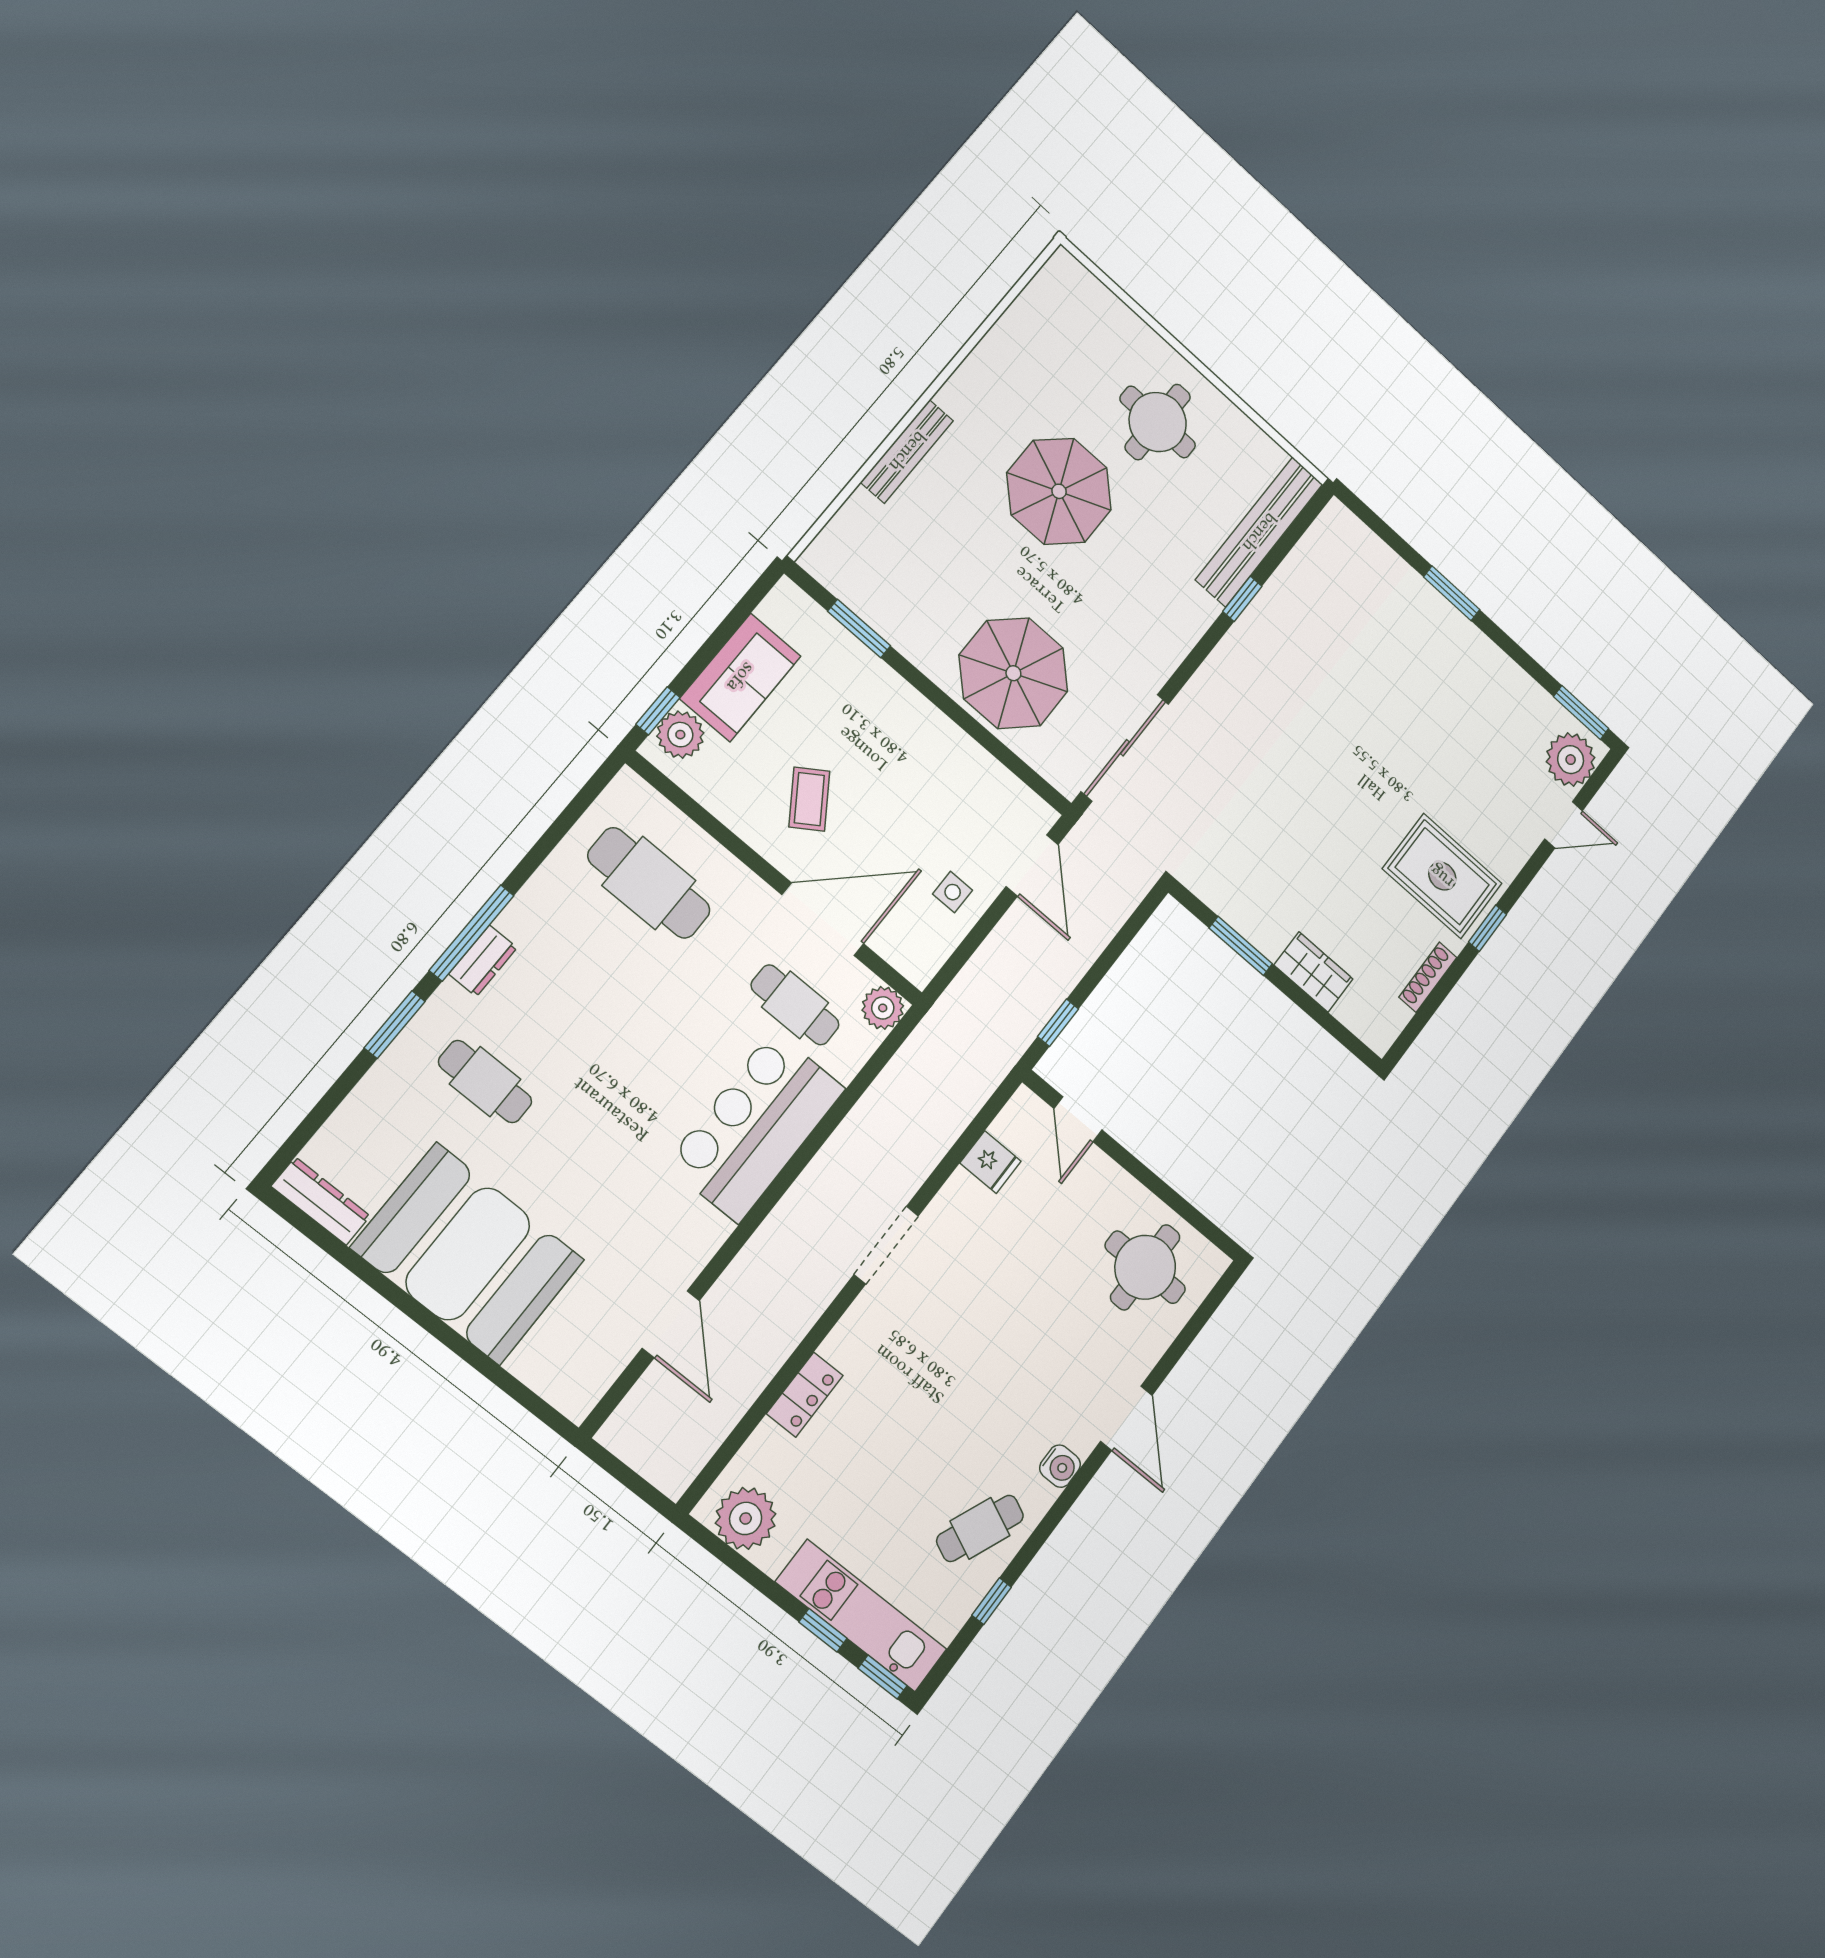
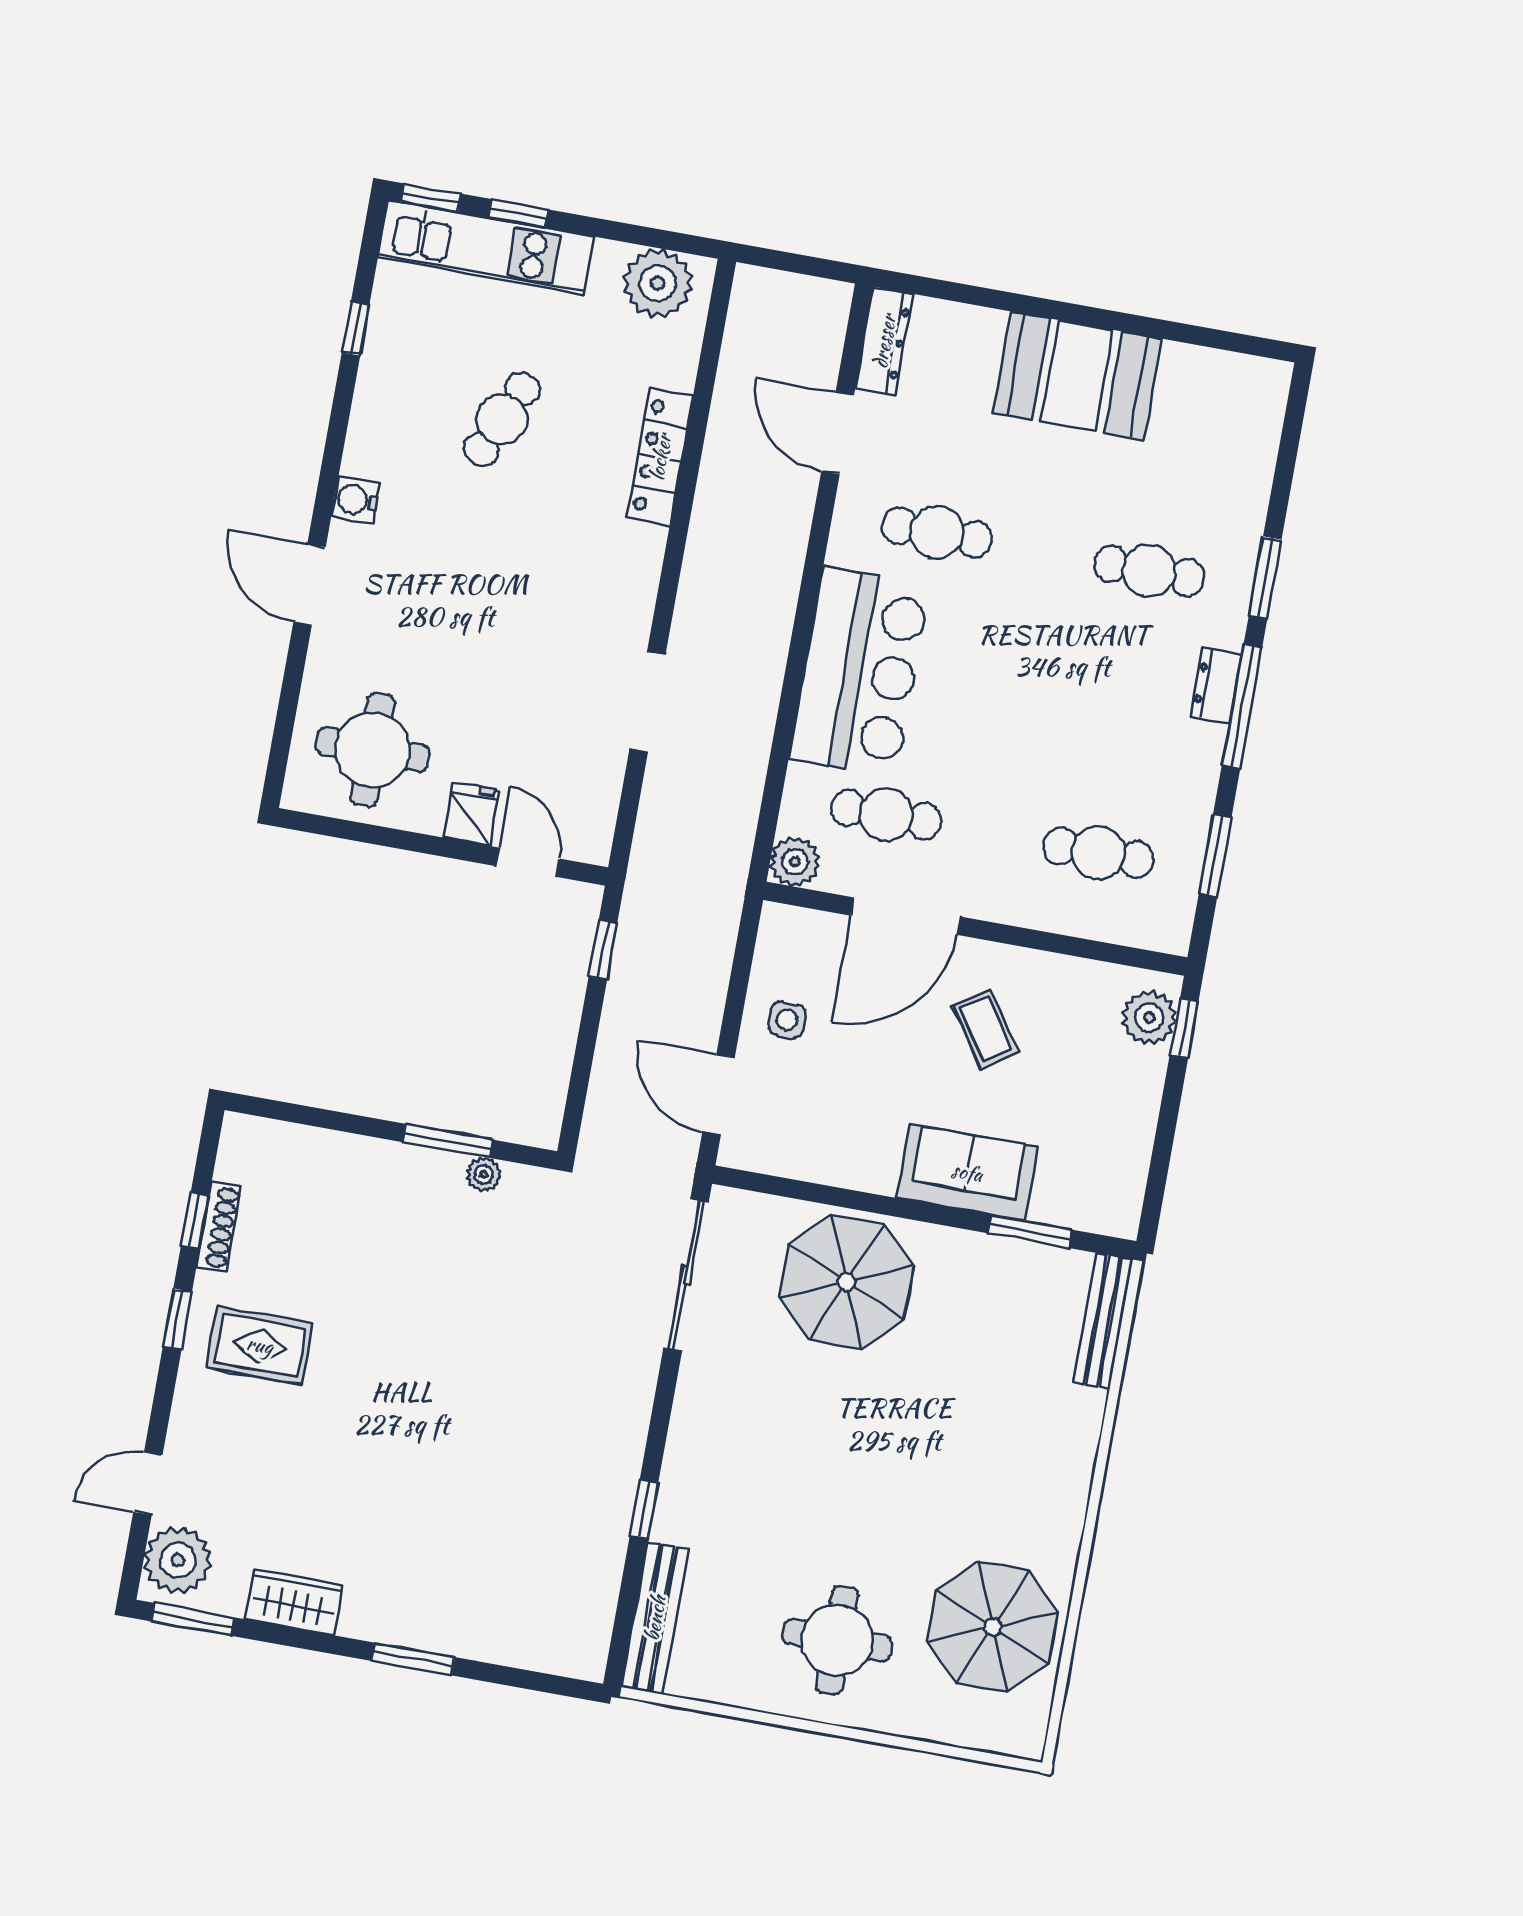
bench: (907, 451) -> (1103, 1321), moved
parasol: (1059, 491) -> (993, 1627), moved
bench: (1259, 532) -> (655, 1618), width x0.73, depth x0.82
sofa: (740, 677) -> (967, 1172), moved, turned 90
window: (559, 829) -> (1215, 856), added
rug: (1442, 876) -> (260, 1345), width x0.73, depth x0.70
cafe table: (649, 883) -> (1098, 853), width x0.73, depth x0.74
plant: (1228, 906) -> (484, 1174), added
wardrobe: (1313, 972) -> (294, 1602), moved, turned 180
window: (1441, 992) -> (195, 1220), added
fridge: (991, 1162) -> (471, 814), moved, turned 90
dresser: (321, 1201) -> (884, 341), moved, turned -90
cafe table: (636, 1203) -> (937, 532), added
doorway: (886, 1245) -> (648, 702), moved
booth: (468, 1254) -> (1077, 376), width x0.73, depth x0.70
locker: (805, 1395) -> (660, 457), width x1.53
cafe table: (980, 1528) -> (502, 419), moved

